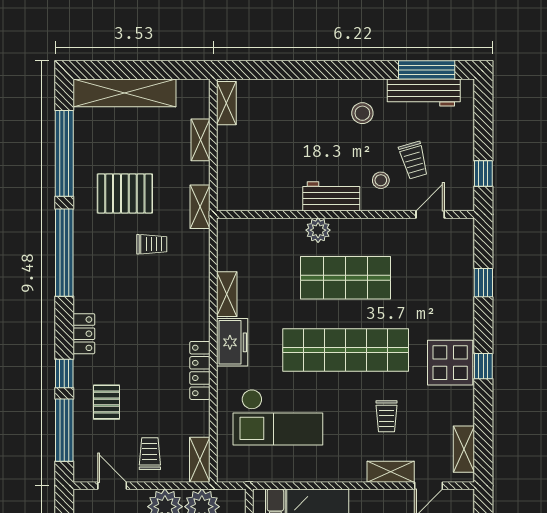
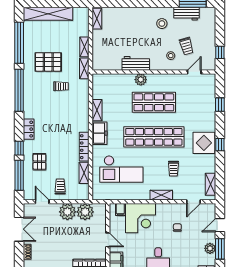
workbench: (424, 93) -> (187, 14), width x0.73
shelving: (200, 140) -> (84, 47), moved
workbench: (331, 196) -> (136, 63), moved
shelving: (200, 460) -> (84, 173), moved
shelving: (391, 472) -> (161, 195), moved

